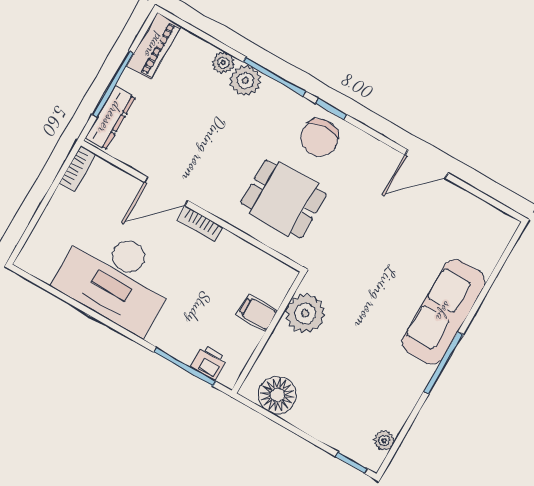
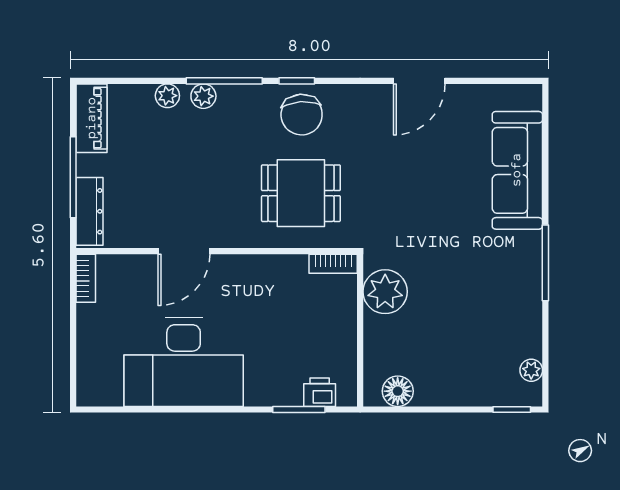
plant: (245, 81) -> (203, 96), width x0.73, depth x0.73
bookcase: (200, 224) -> (333, 264), moved
sofa: (444, 312) -> (517, 170), moved
filing cabinet: (257, 313) -> (339, 318), removed
window: (185, 367) -> (299, 410), width x0.69
floor lamp: (277, 395) -> (398, 391), width x0.73, depth x0.73

